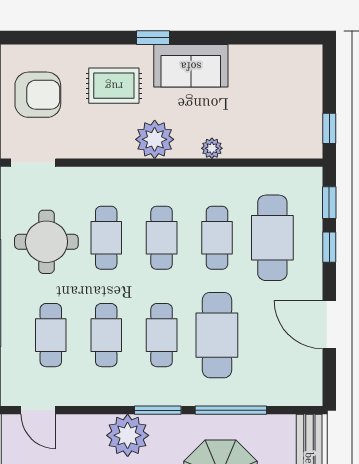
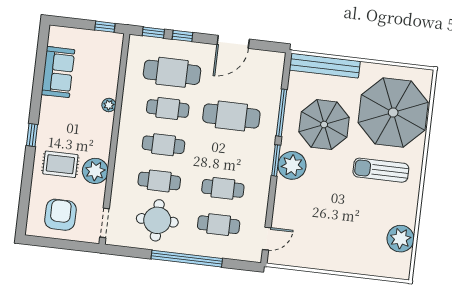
sofa: (191, 66) -> (58, 72), moved
rug: (114, 86) -> (60, 164), turned 90
plant: (155, 139) -> (95, 171), moved
cafe table: (162, 335) -> (227, 152), removed
plant: (128, 435) -> (292, 165), moved

